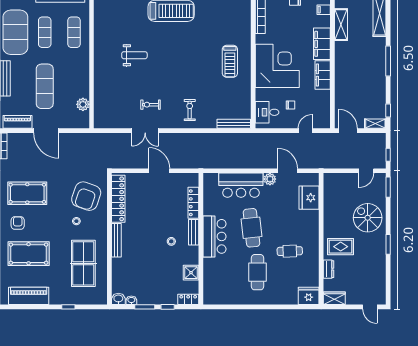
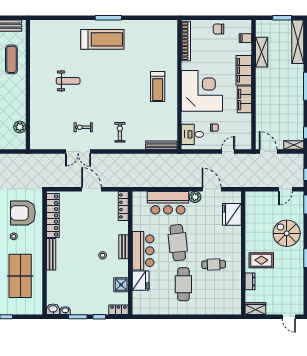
armchair: (86, 196) -> (23, 213), turned 71
locker: (193, 203) -> (123, 206), moved
fridge: (309, 296) -> (141, 281), moved, turned 90

